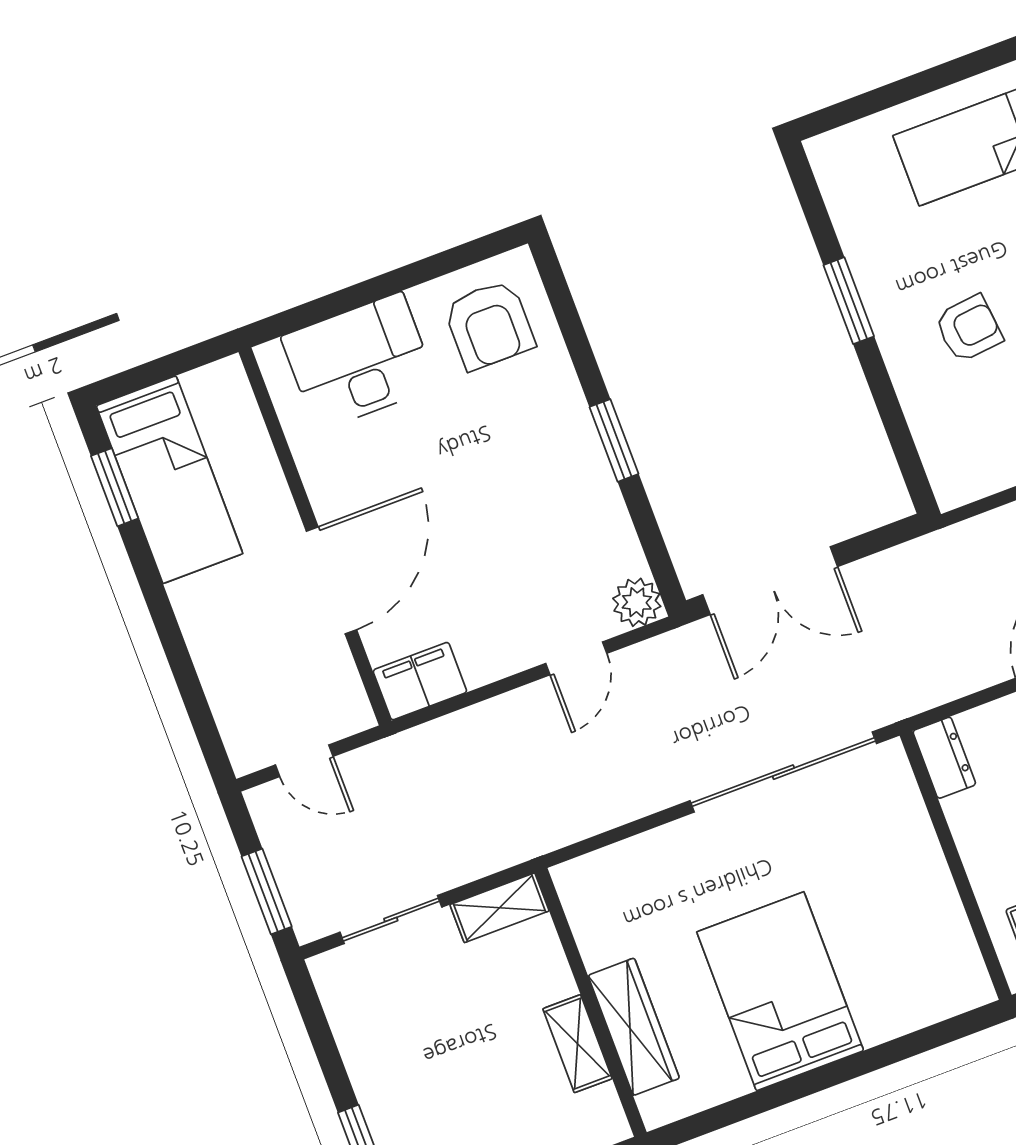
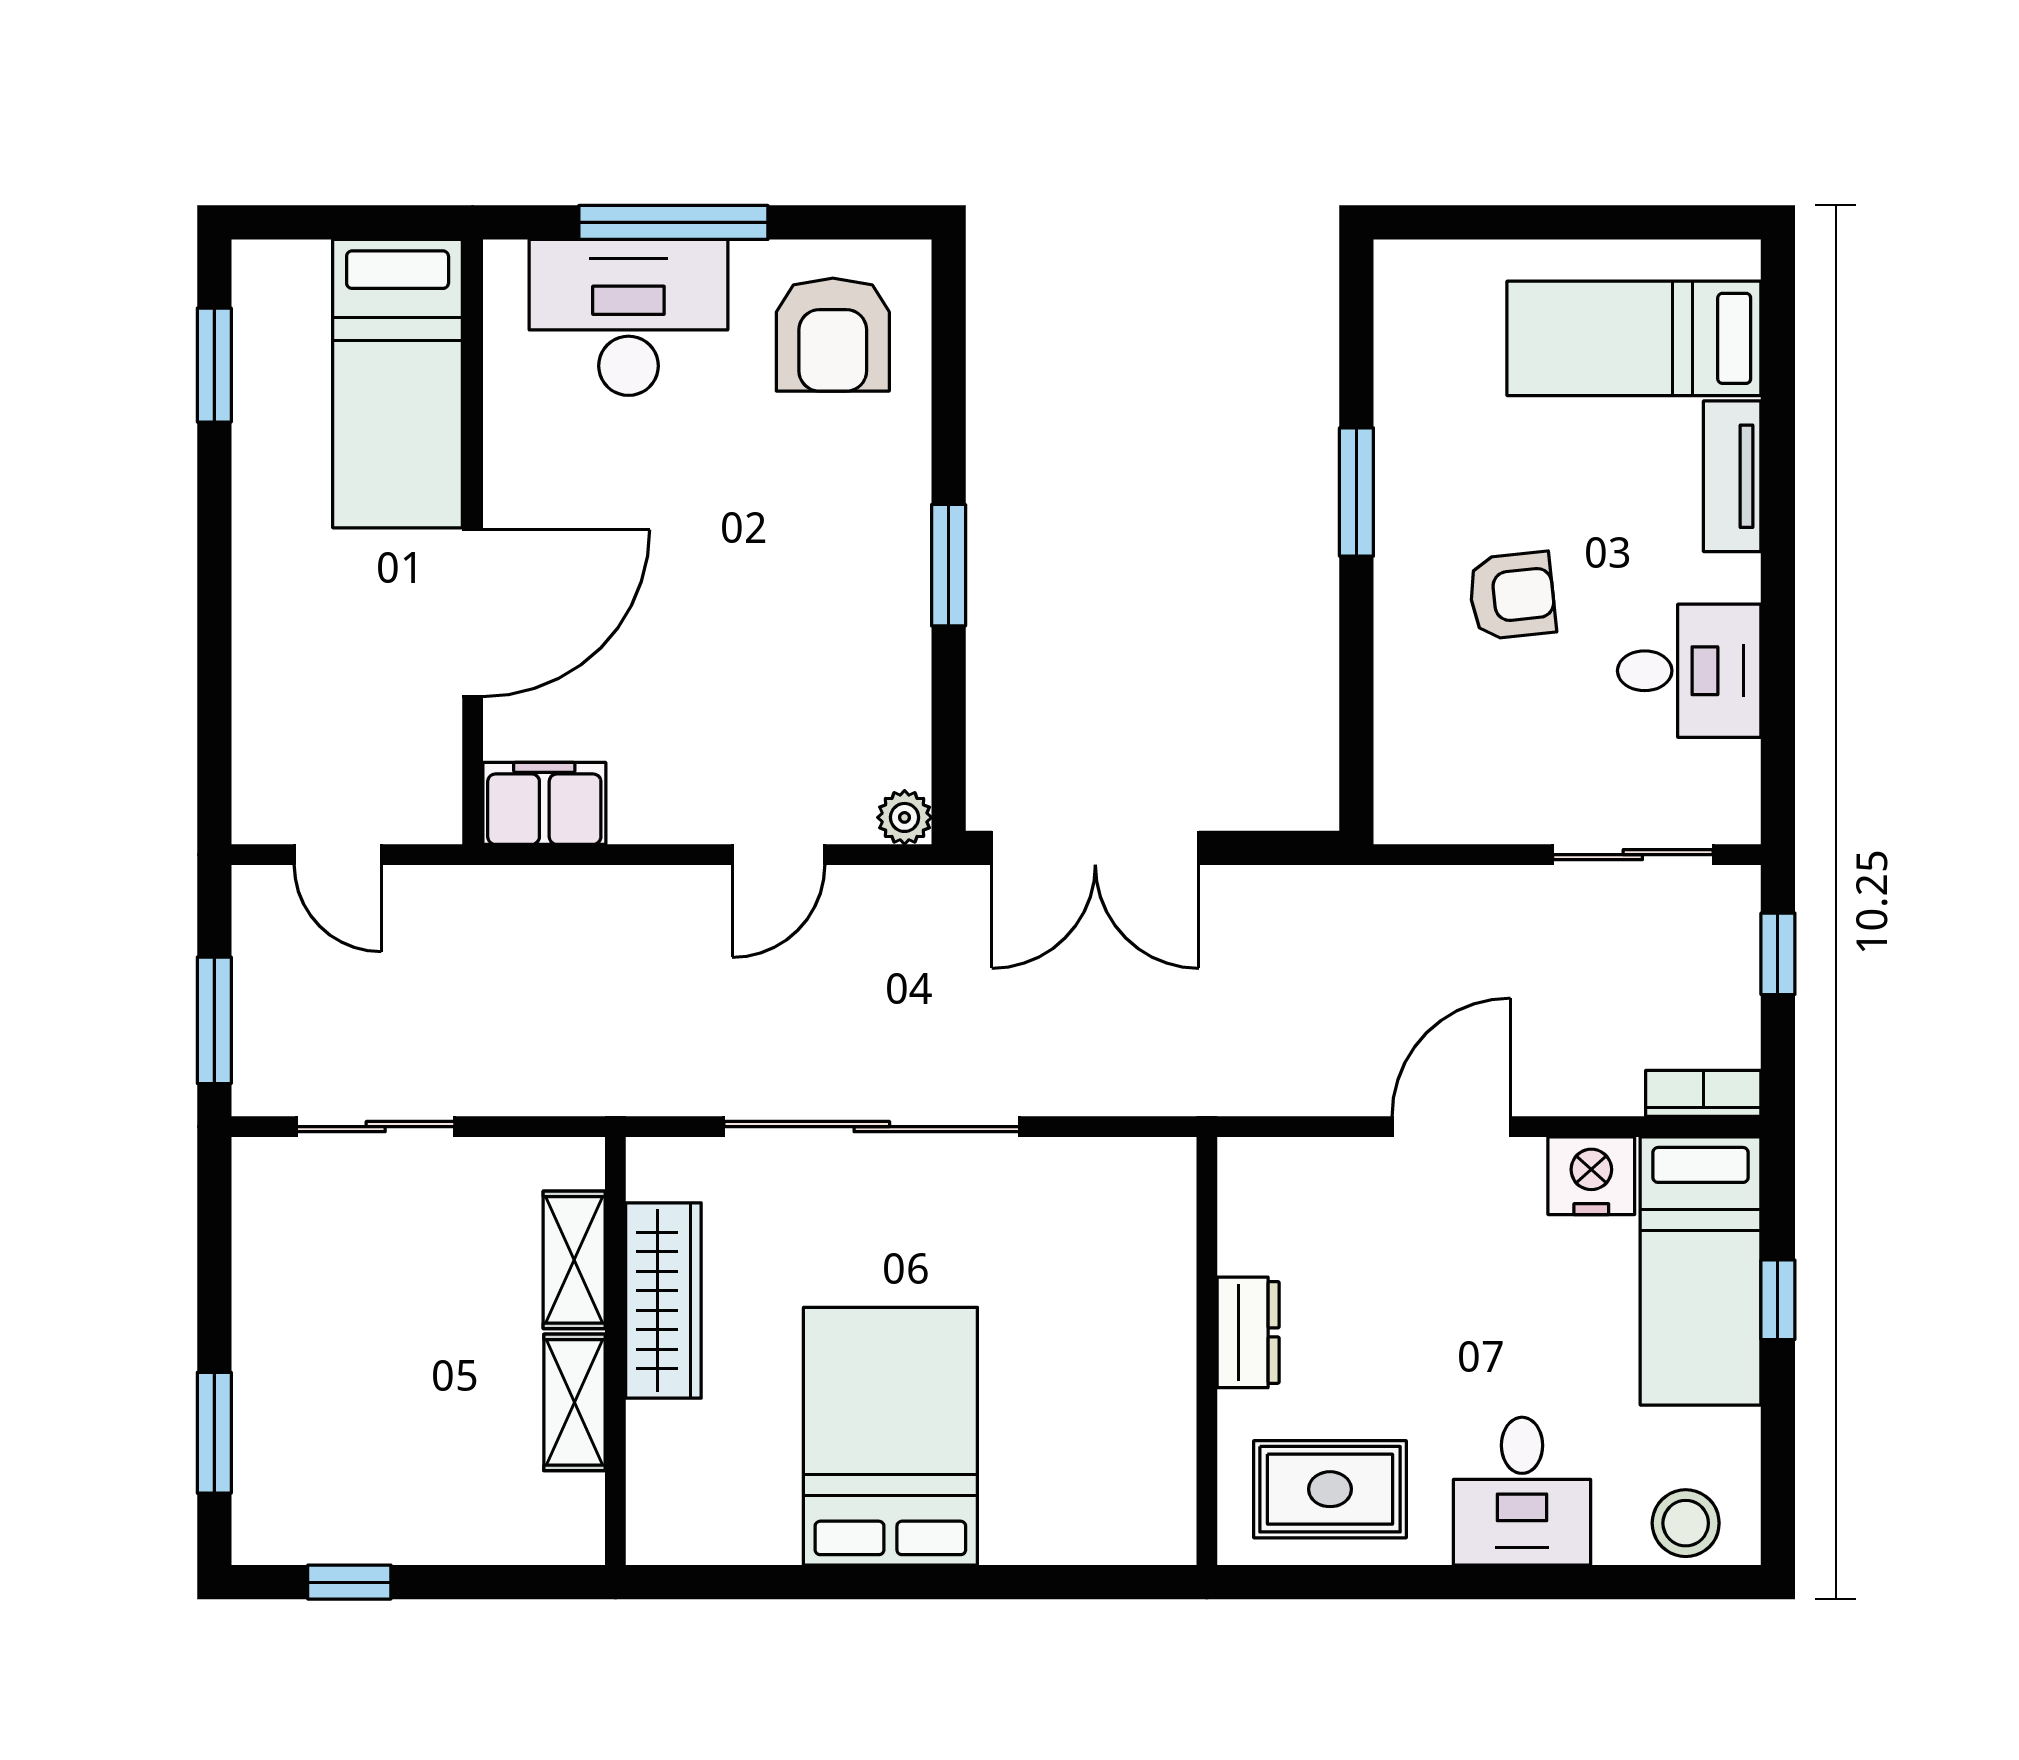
window: (365, 293) -> (673, 222), added
bed: (170, 480) -> (398, 384), moved
plant: (637, 602) -> (905, 817), width x0.73, depth x0.73
dresser: (944, 758) -> (1248, 1332), moved
sliding door: (783, 772) -> (872, 1127), moved
shelving: (499, 908) -> (574, 1260), moved, turned 90
wardrobe: (634, 1027) -> (663, 1300), moved

